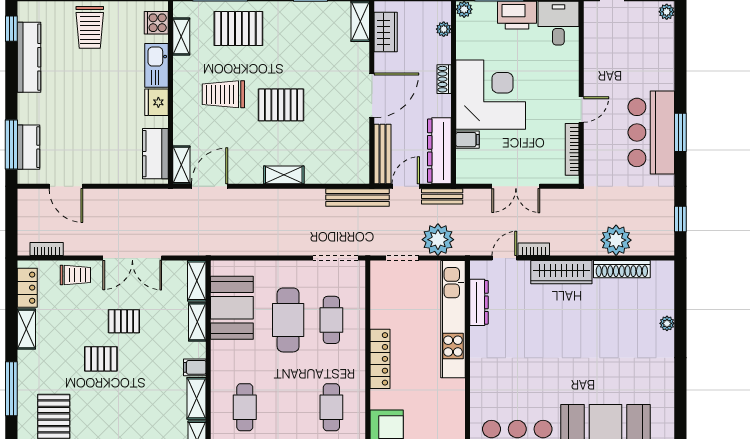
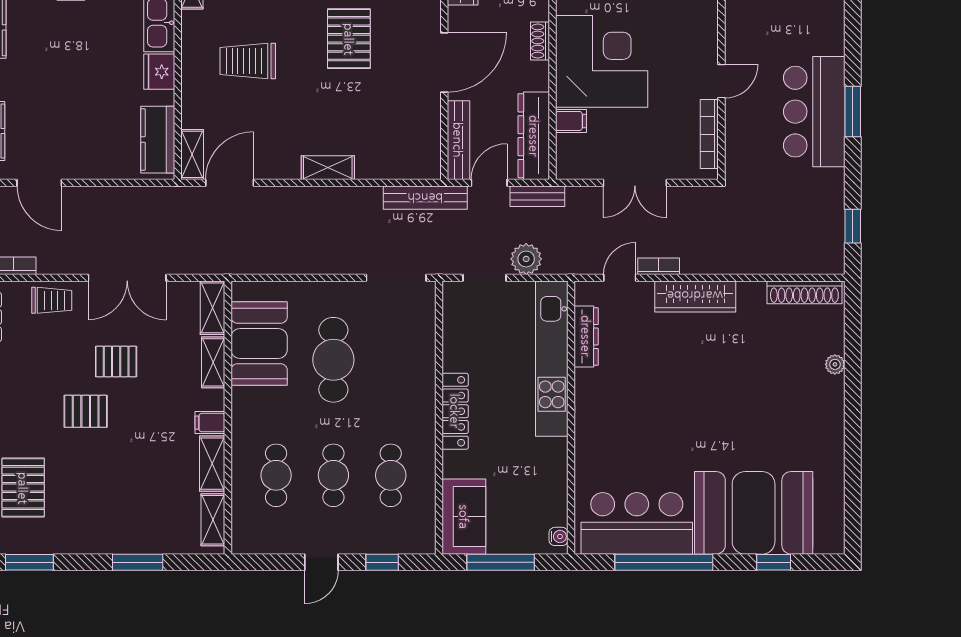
pallet: (281, 105) -> (349, 39), moved, turned 90
plant: (438, 240) -> (526, 259), width x0.73, depth x0.73
plant: (616, 240) -> (767, 254), removed
shoe rack: (622, 269) -> (804, 292), moved
cafe table: (331, 320) -> (333, 475), moved

